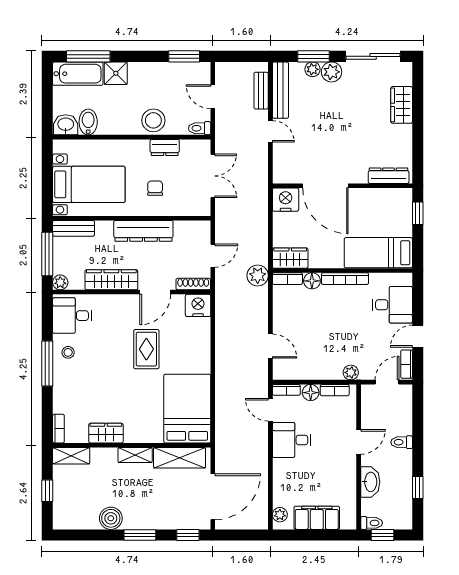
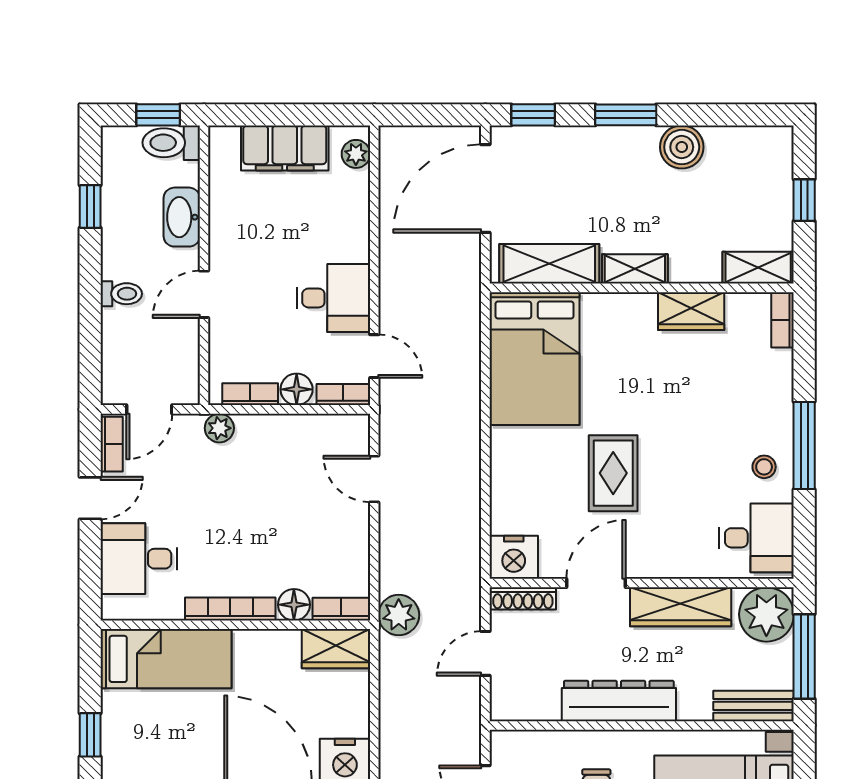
plant: (60, 282) -> (766, 614), width x1.87, depth x1.87
toilet: (372, 523) -> (171, 143), width x1.37, depth x1.39

